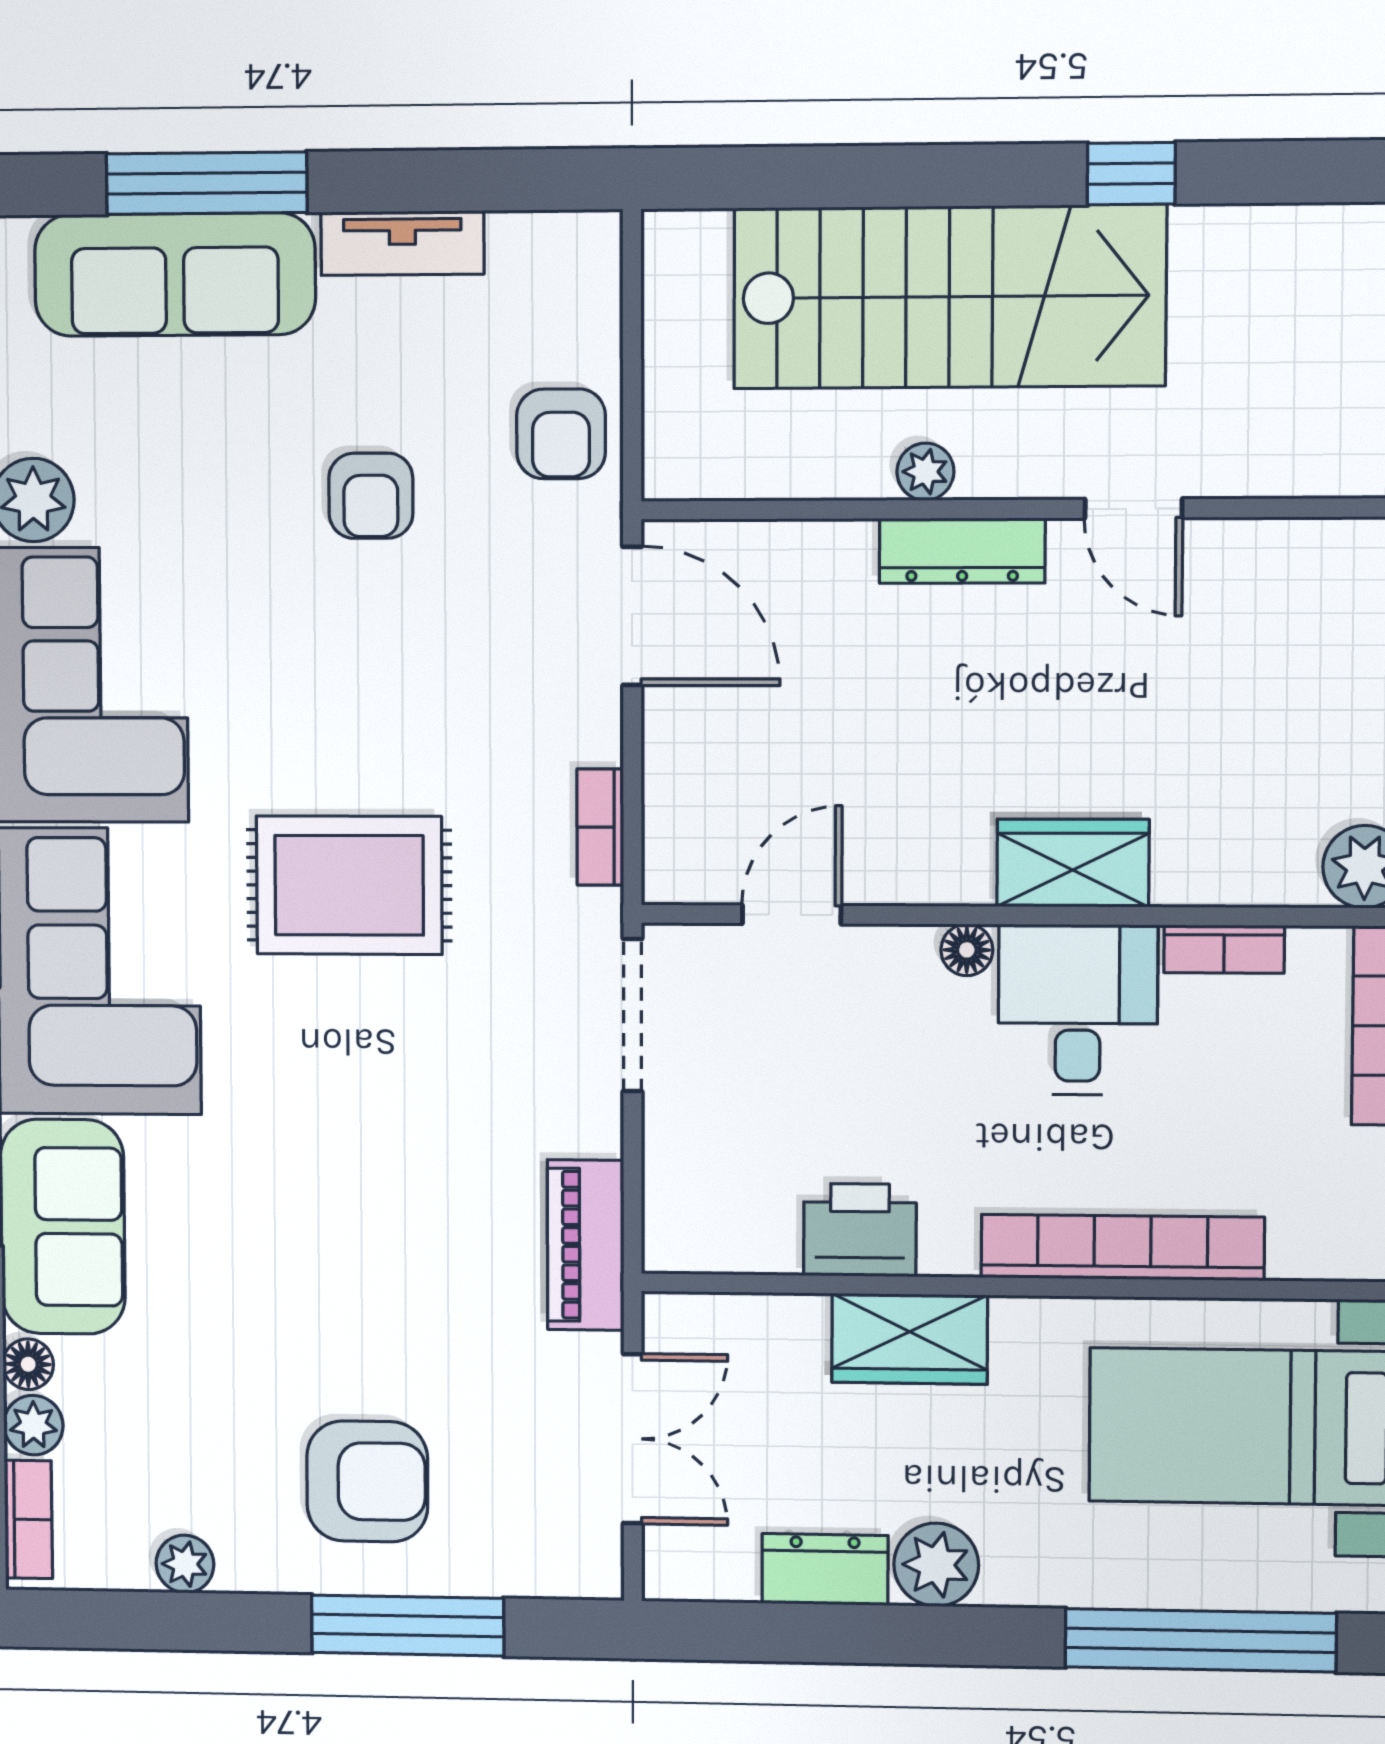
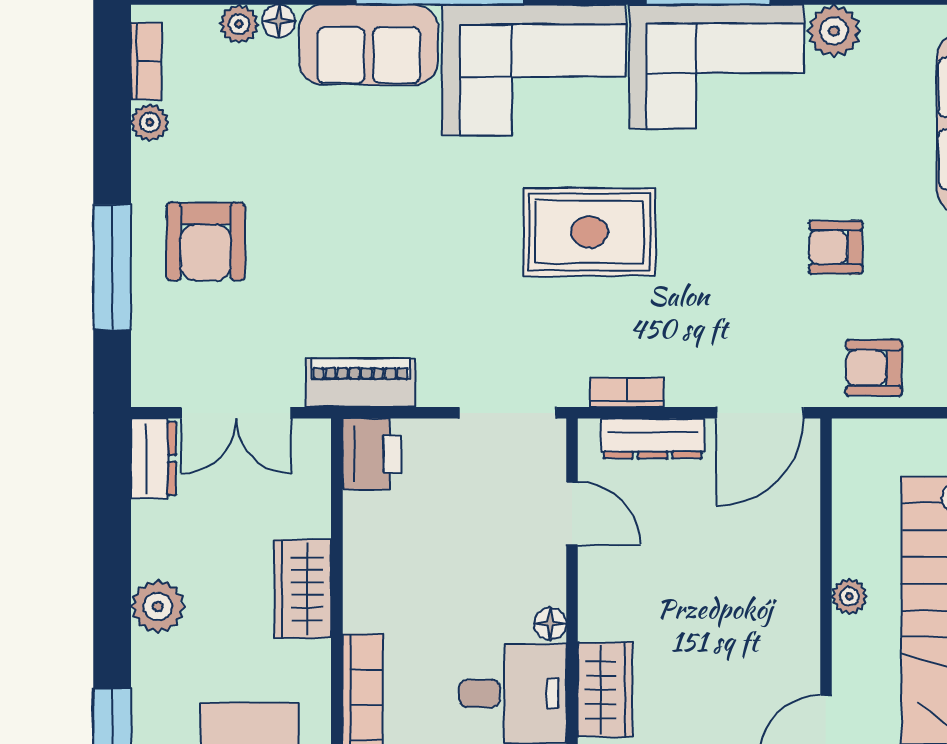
dresser: (962, 551) -> (653, 439), moved, turned -90
rug: (349, 885) -> (589, 232), turned 90
printer: (860, 1230) -> (372, 454), moved
bookcase: (28, 1519) -> (146, 61), moved, turned -90
dresser: (825, 1569) -> (153, 458), moved

